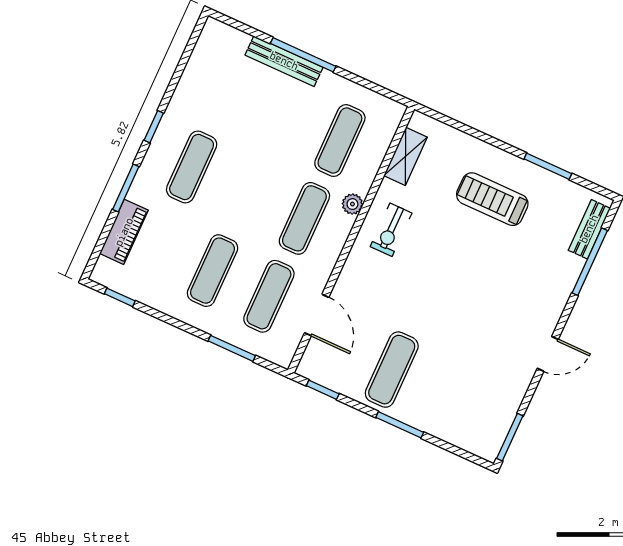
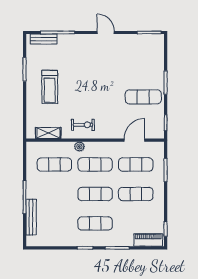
bench: (284, 61) -> (31, 217), moved
exercise mat: (248, 193) -> (95, 194), added
piano: (124, 232) -> (148, 240), moved

